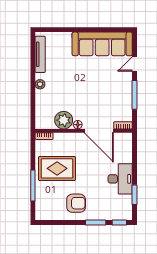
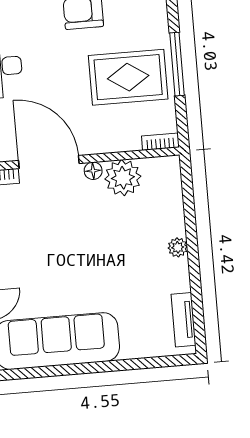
tv unit: (40, 54) -> (183, 320), width x0.71
window: (33, 186) -> (177, 64), moved

